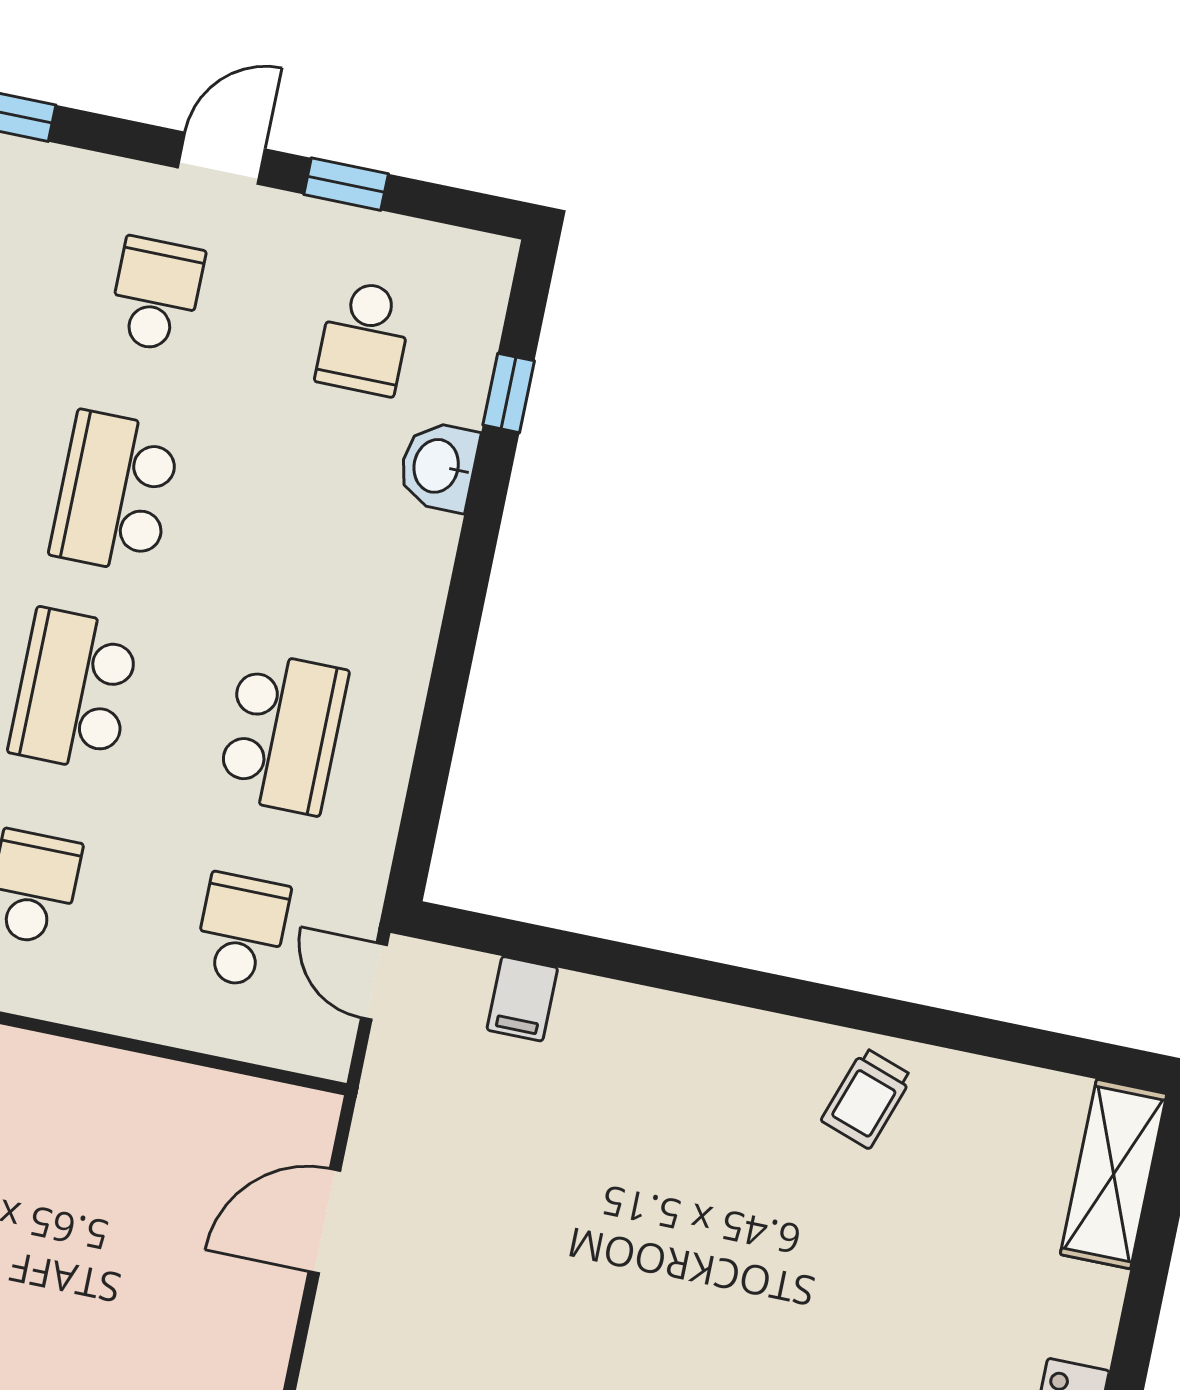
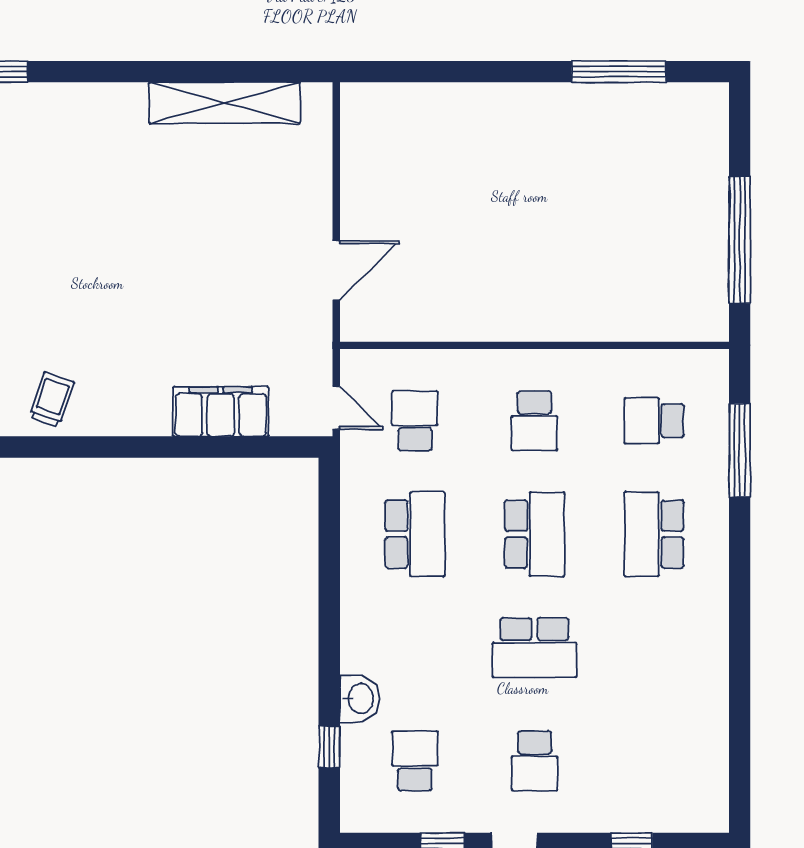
school desk: (115, 492) -> (534, 648), turned 90
school desk: (283, 733) -> (415, 534), turned 180
school desk: (242, 931) -> (415, 421), turned 180
filing cabinet: (522, 999) -> (221, 412), width x3.00, depth x1.17

